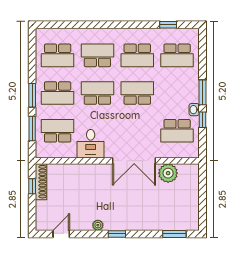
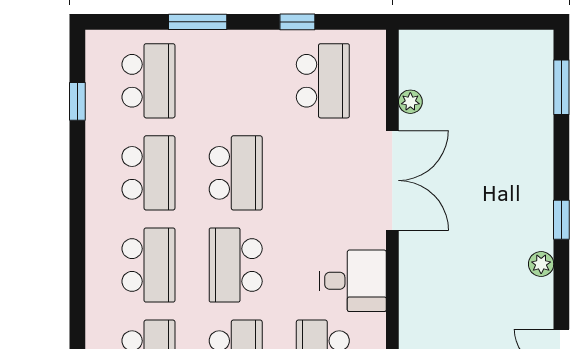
school desk: (97, 55) -> (148, 265), turned 180
window: (203, 92) -> (198, 22), moved
school desk: (137, 93) -> (236, 173), turned 180
washbasin: (194, 110) -> (274, 41), removed
plant: (168, 173) -> (410, 102), width x0.53, depth x0.53

